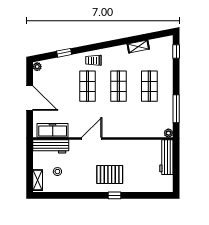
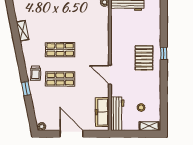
window: (64, 53) -> (26, 89), moved
shop shelf: (149, 86) -> (60, 20), removed
door: (30, 98) -> (71, 134), hinge flipped

